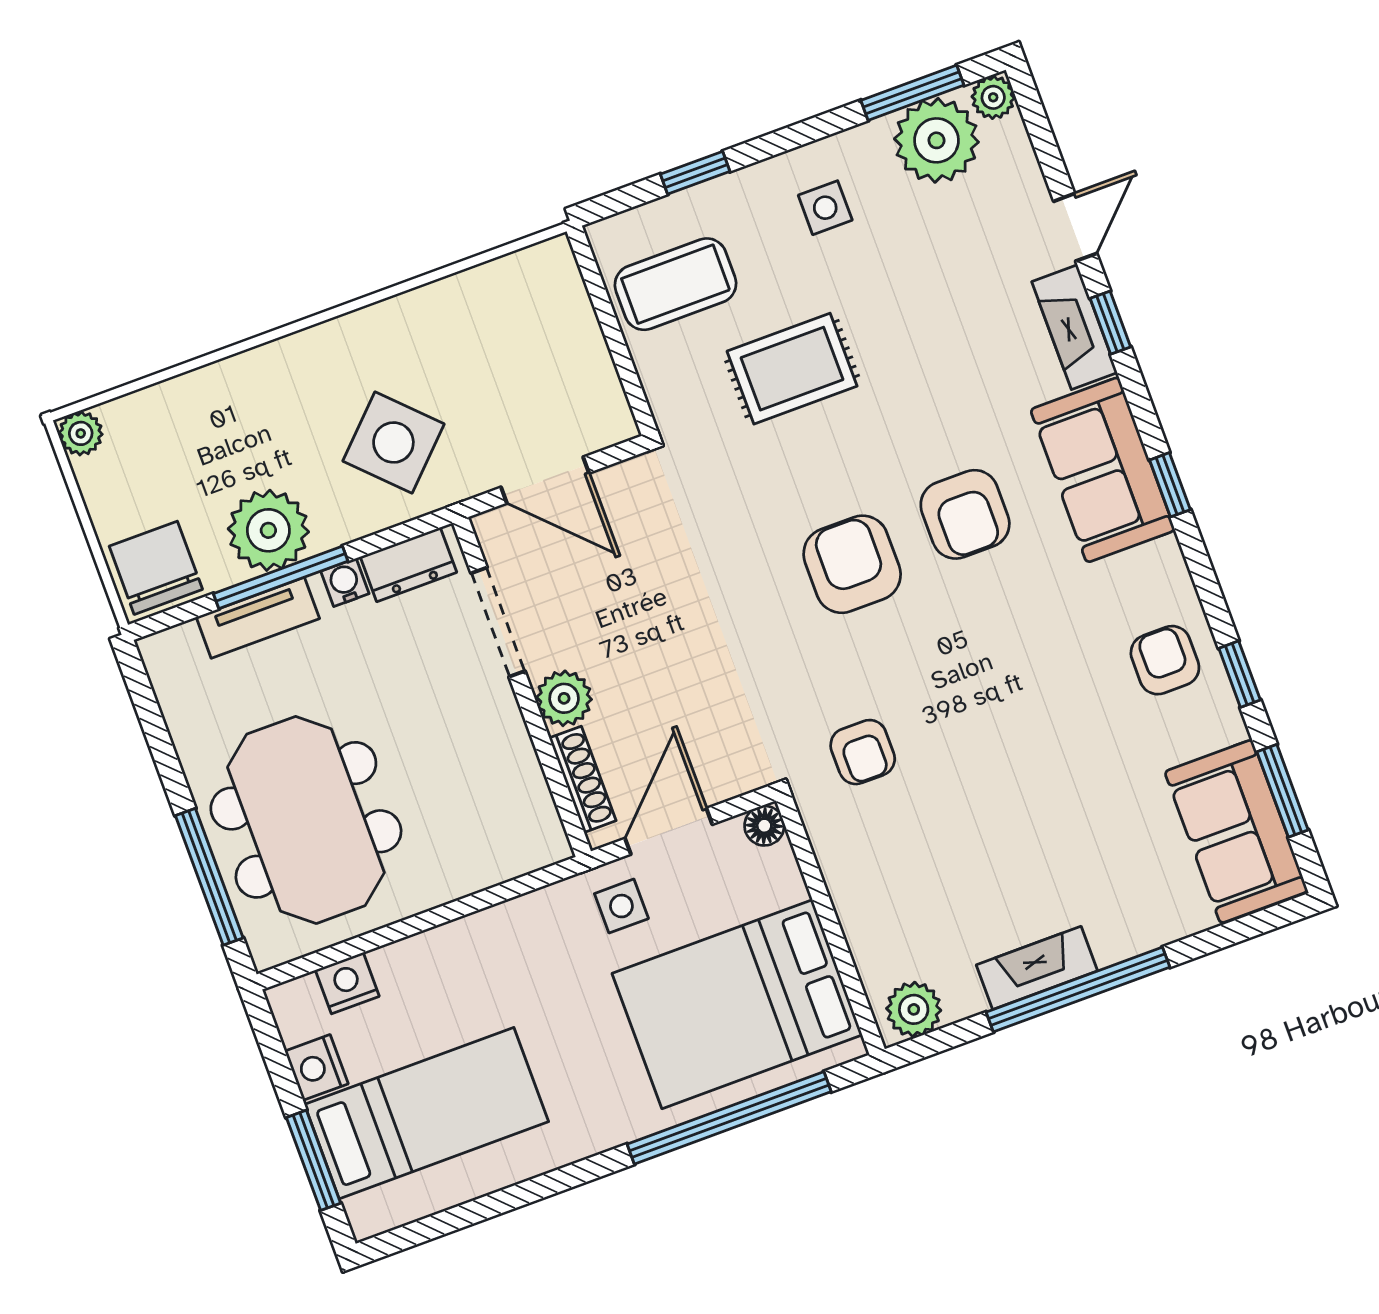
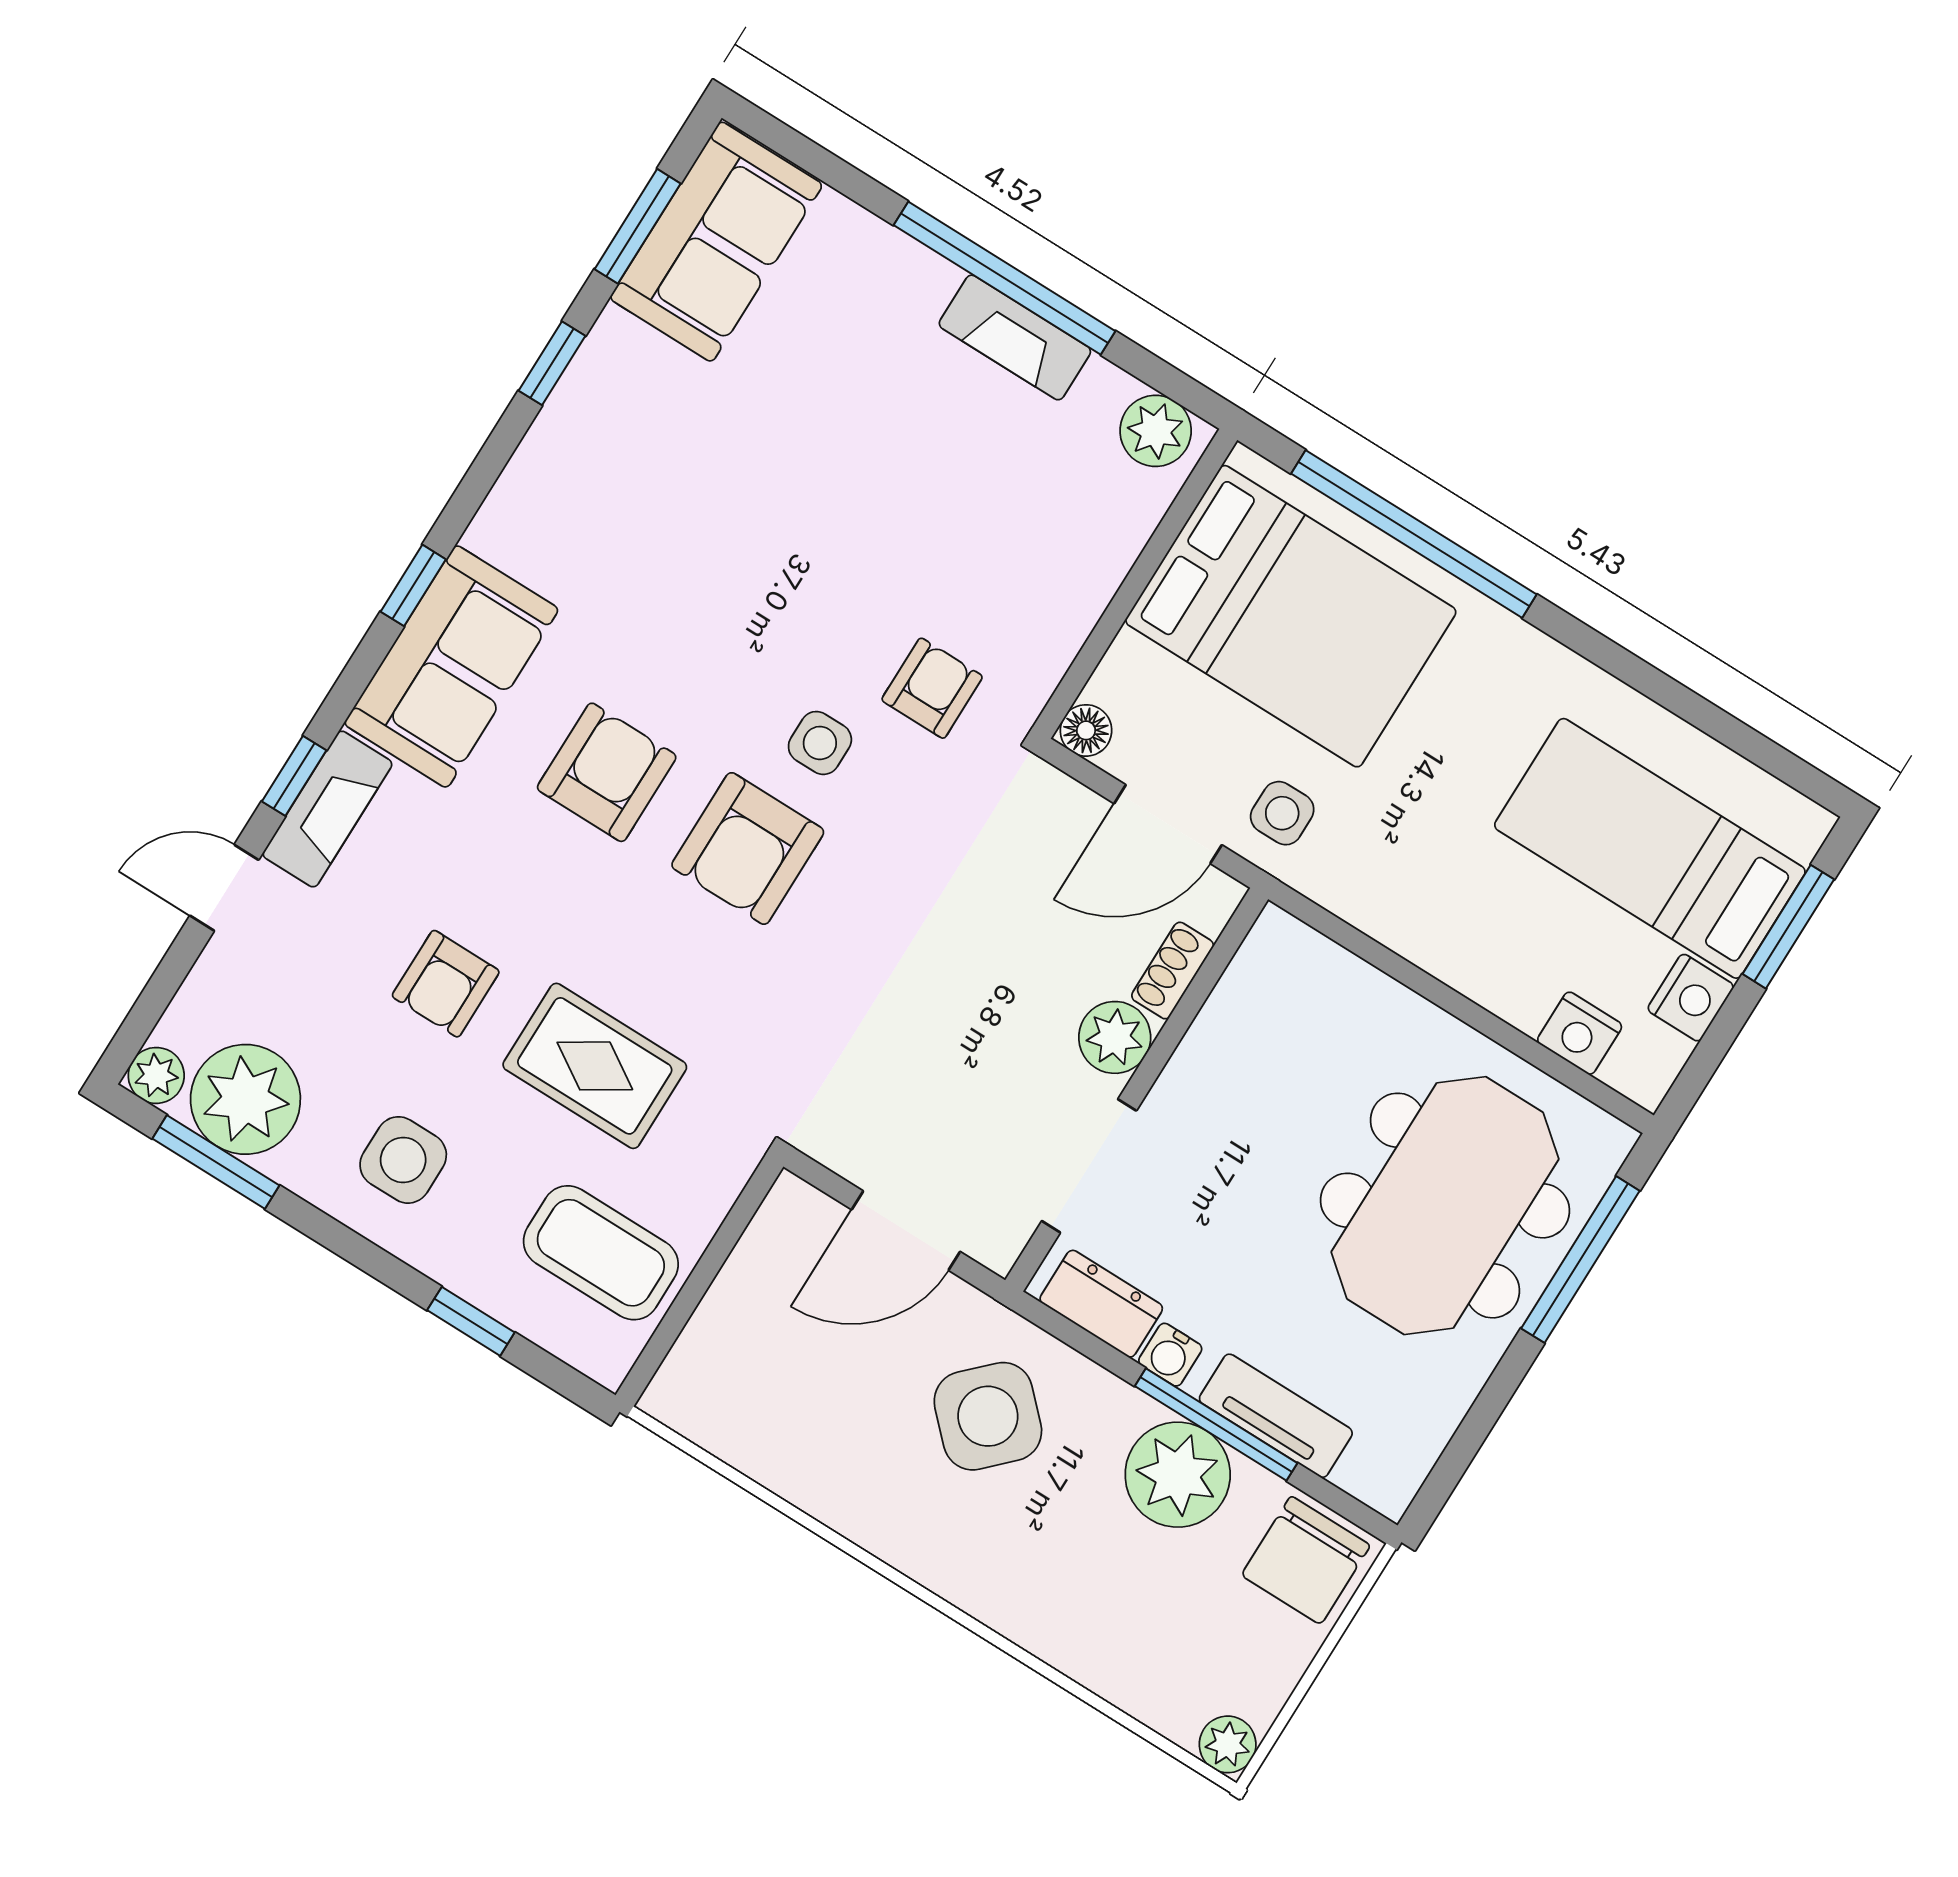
side table: (825, 208) -> (403, 1160), width x1.37, depth x1.37
door: (545, 480) -> (906, 1231), swing flipped
side table: (882, 658) -> (820, 743), added
armchair: (1165, 660) -> (446, 984), moved
shoe rack: (583, 779) -> (1173, 971), width x0.70

